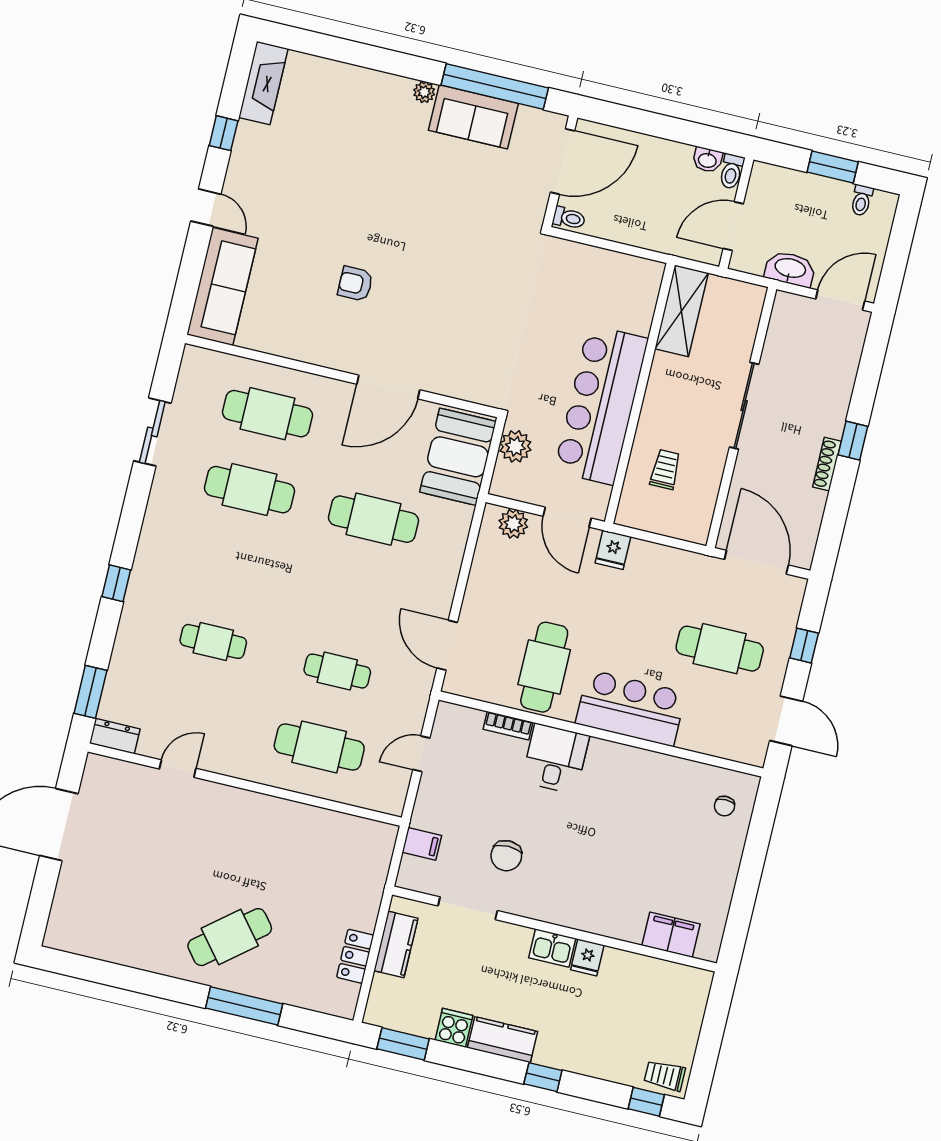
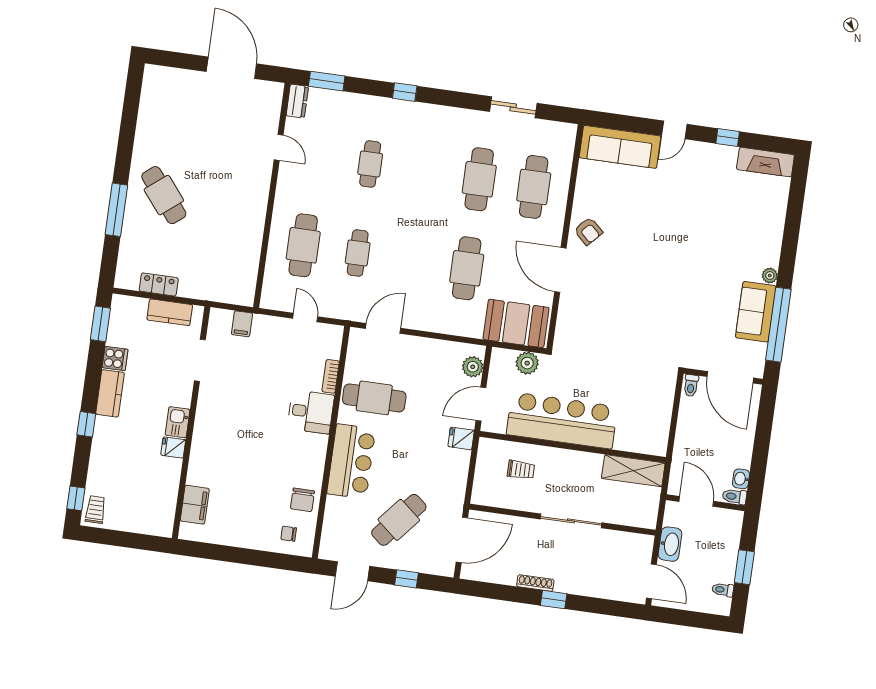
armchair: (355, 284) -> (588, 231), moved, turned 133
cafe table: (720, 649) -> (399, 520), turned 40
chair: (506, 856) -> (302, 500), moved, turned -90

